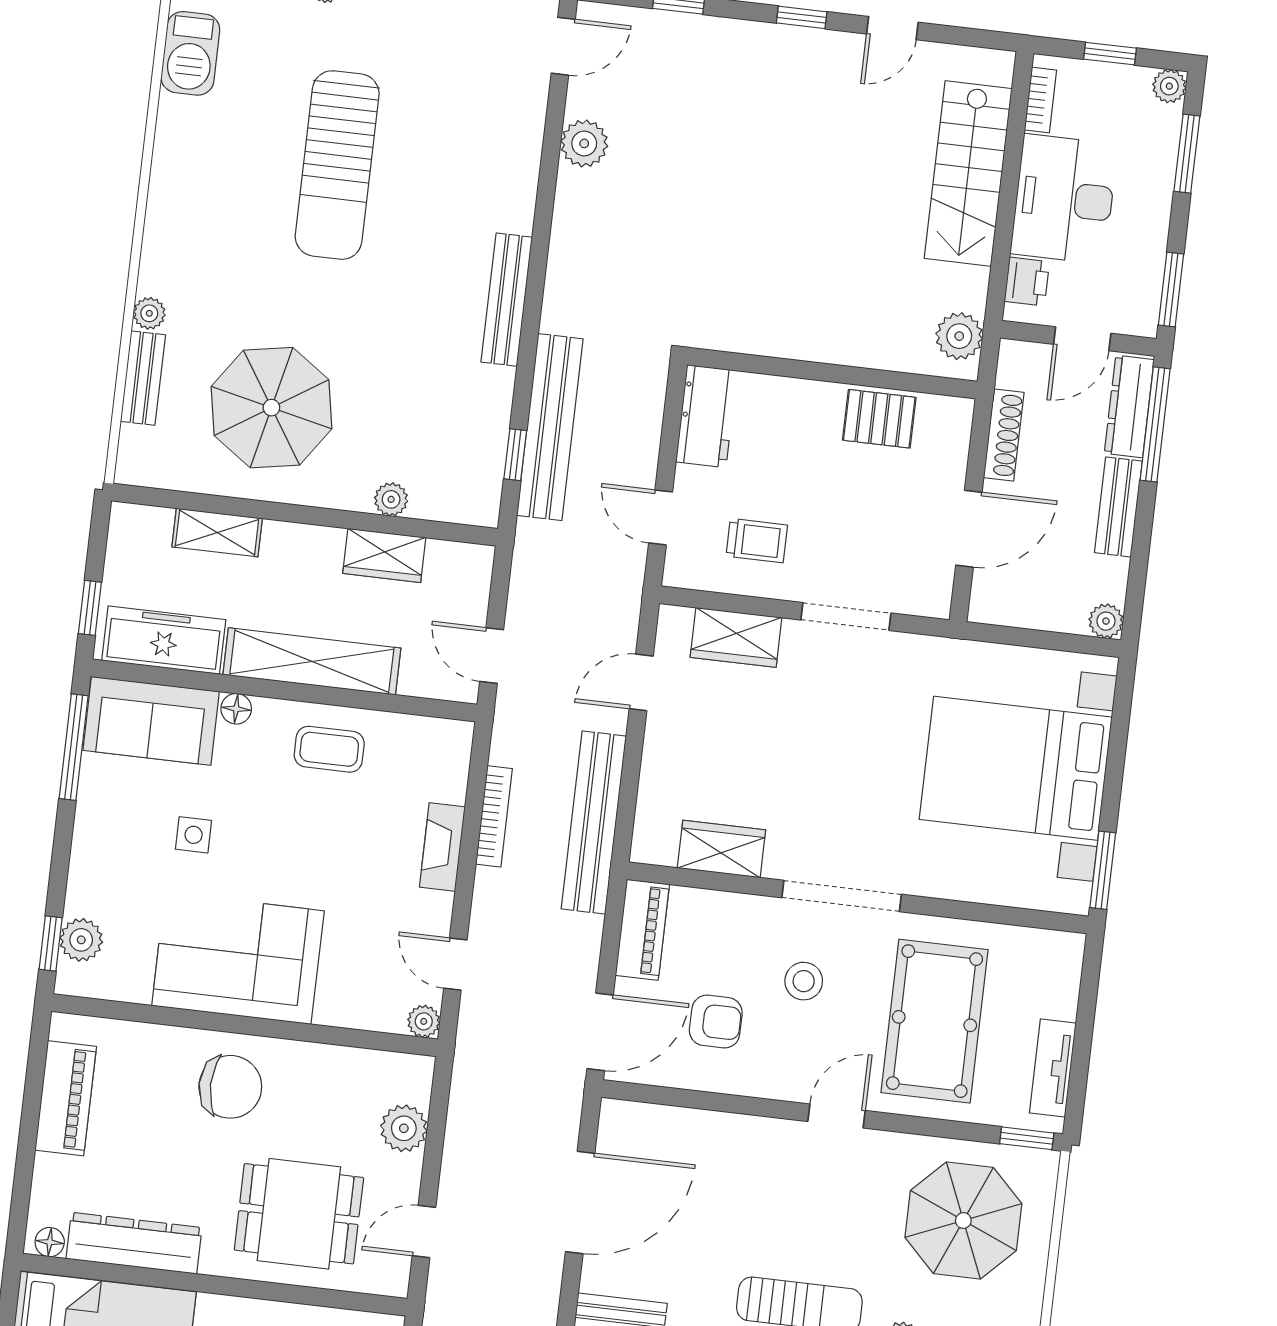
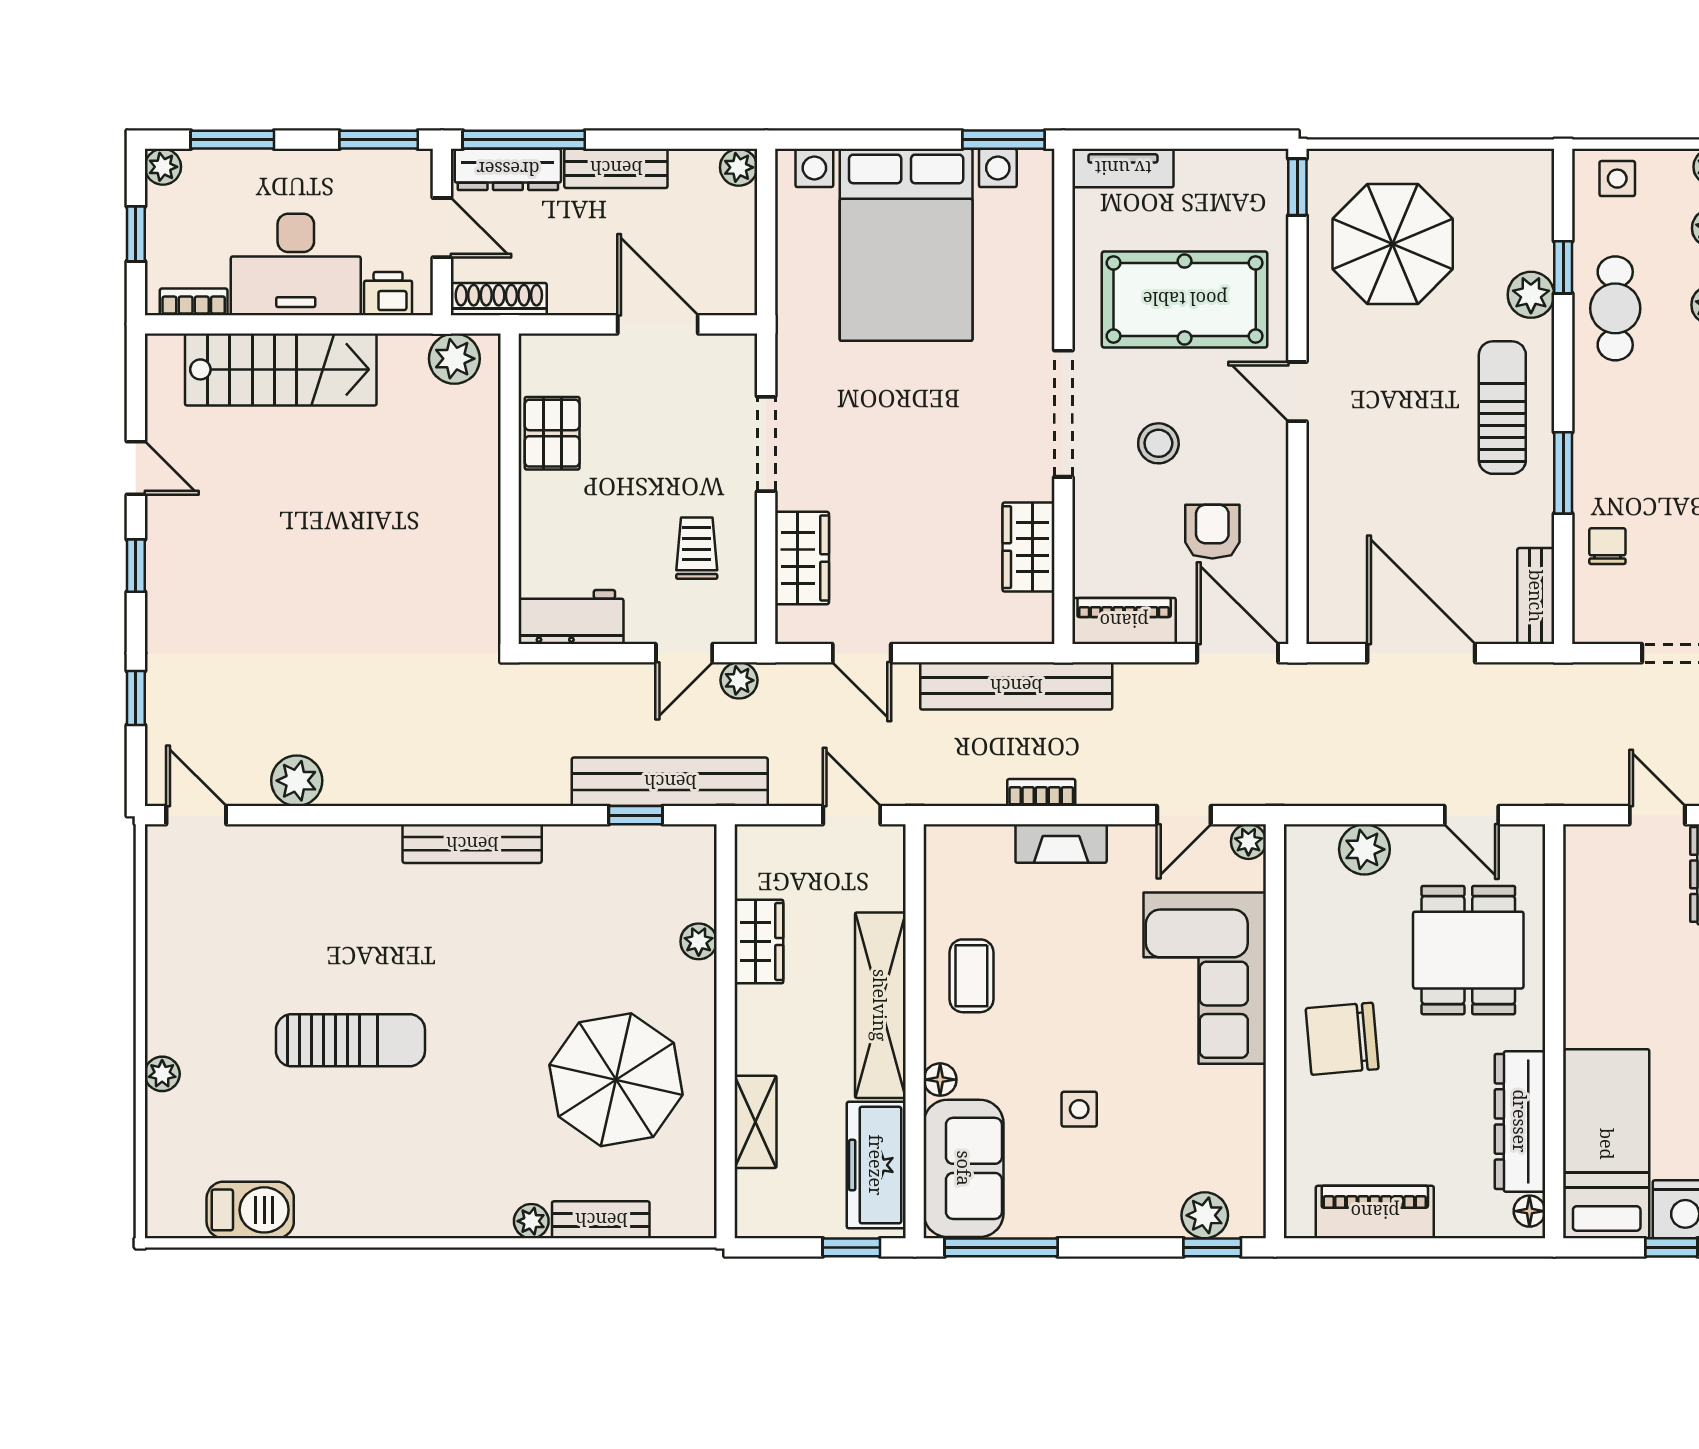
sun lounger: (337, 165) -> (350, 1040), width x0.73, depth x0.75
bench: (550, 427) -> (670, 782), moved
shoe rack: (1004, 435) -> (499, 299), moved
plant: (629, 565) -> (739, 680), added
door: (492, 656) -> (852, 815), swing flipped
bookcase: (494, 816) -> (1041, 793), width x0.64
corner sofa: (238, 958) -> (1205, 978), moved
tv unit: (1053, 1068) -> (1123, 168), moved
chair: (230, 1087) -> (1342, 1039), turned -95

